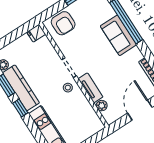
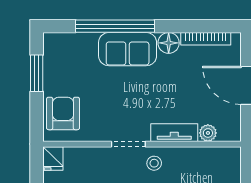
armchair: (63, 23) -> (63, 113), turned -90
floor lamp: (135, 55) -> (169, 43), added

